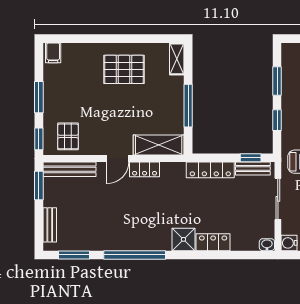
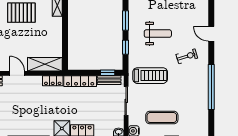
window: (188, 106) -> (65, 37), removed
door: (118, 159) -> (17, 73), swing flipped
locker: (145, 169) -> (53, 81), moved

